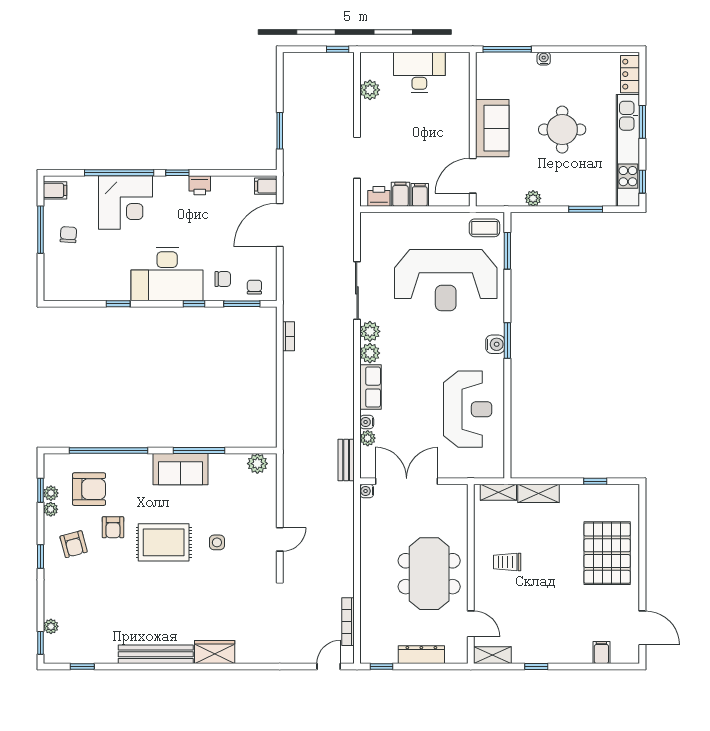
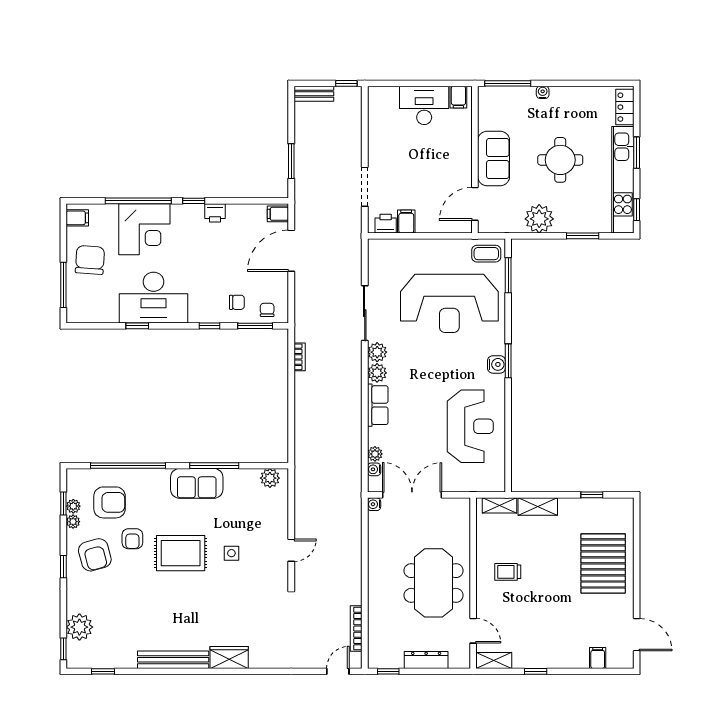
plant: (370, 90) -> (377, 122), removed
filing cabinet: (420, 195) -> (458, 97), moved, turned 180
plant: (533, 198) -> (539, 219), width x1.88, depth x1.88
window: (41, 230) -> (63, 285), moved
chair: (68, 235) -> (90, 260), width x1.87, depth x1.87
desk: (167, 274) -> (154, 298), moved
water cooler: (367, 422) -> (374, 469), moved
bench: (346, 460) -> (314, 94), moved, turned 90
armchair: (74, 544) -> (95, 555), width x1.38, depth x1.38
plant: (51, 626) -> (79, 627), width x1.88, depth x1.88

